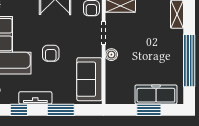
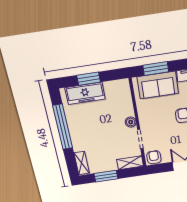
sofa: (89, 79) -> (158, 85), moved, turned 90
window: (61, 110) -> (156, 68), moved

